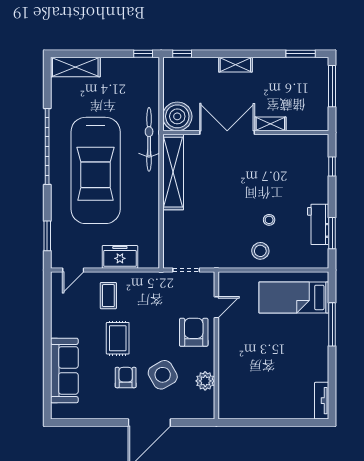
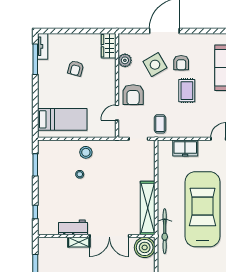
workbench: (318, 224) -> (73, 227), moved, turned -90
coffee table: (108, 296) -> (160, 124), moved
window: (332, 324) -> (35, 59), moved
armchair: (275, 370) -> (76, 68), added
wardrobe: (228, 402) -> (109, 46), added

